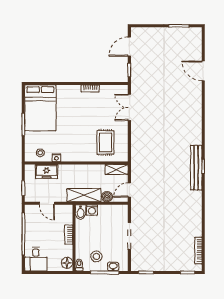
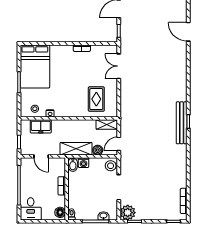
stool: (96, 256) -> (111, 166), moved
plant: (139, 263) -> (128, 213), added

